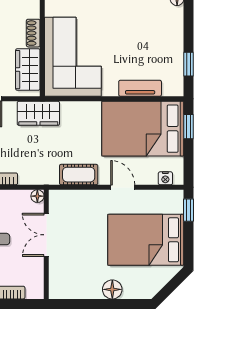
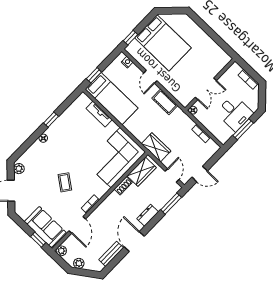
window: (189, 64) -> (51, 120), moved
bed: (143, 129) -> (112, 99), width x0.67
floor lamp: (112, 289) -> (200, 35), removed

